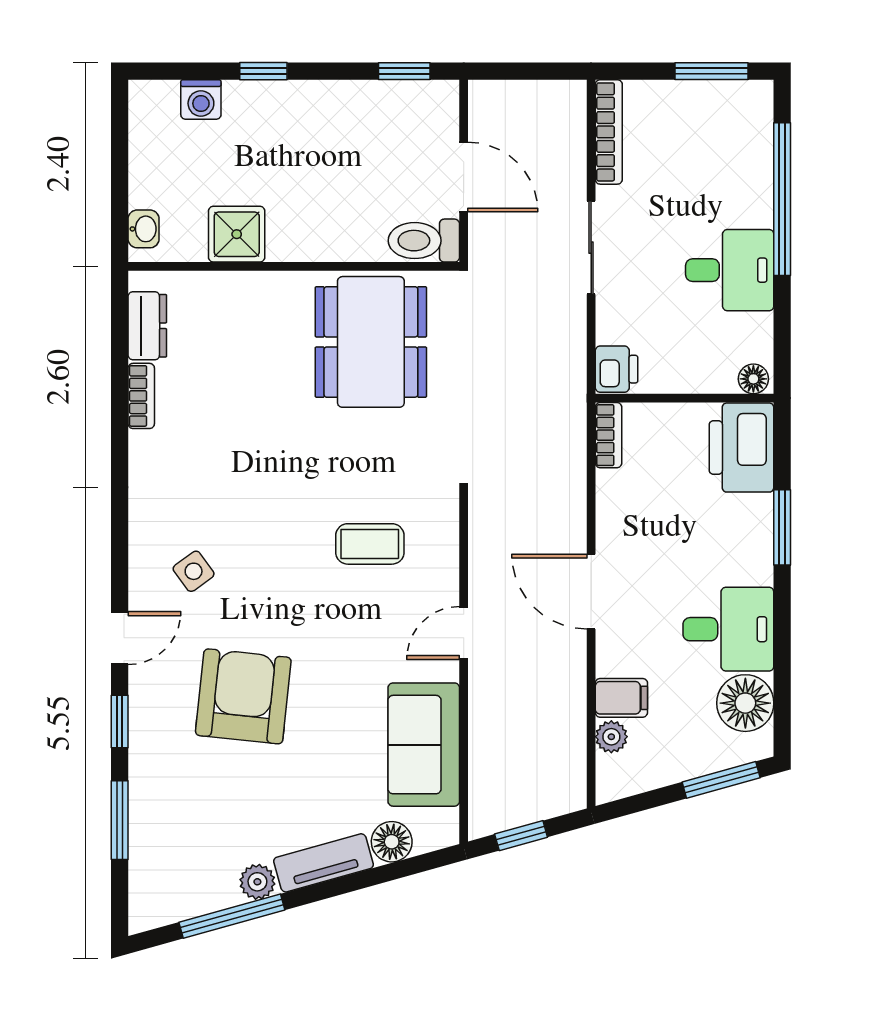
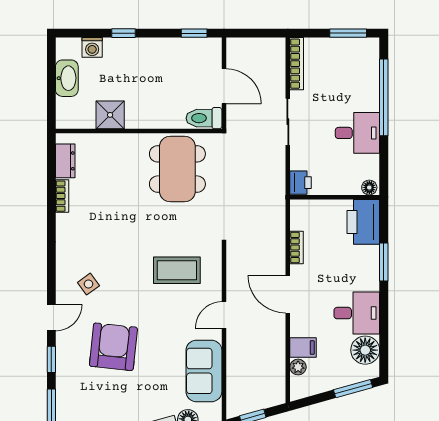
washbasin: (144, 229) -> (67, 78), moved, width x1.91, depth x1.45
bookcase: (608, 435) -> (297, 247), moved
coffee table: (370, 544) -> (177, 270), width x1.36, depth x1.30

